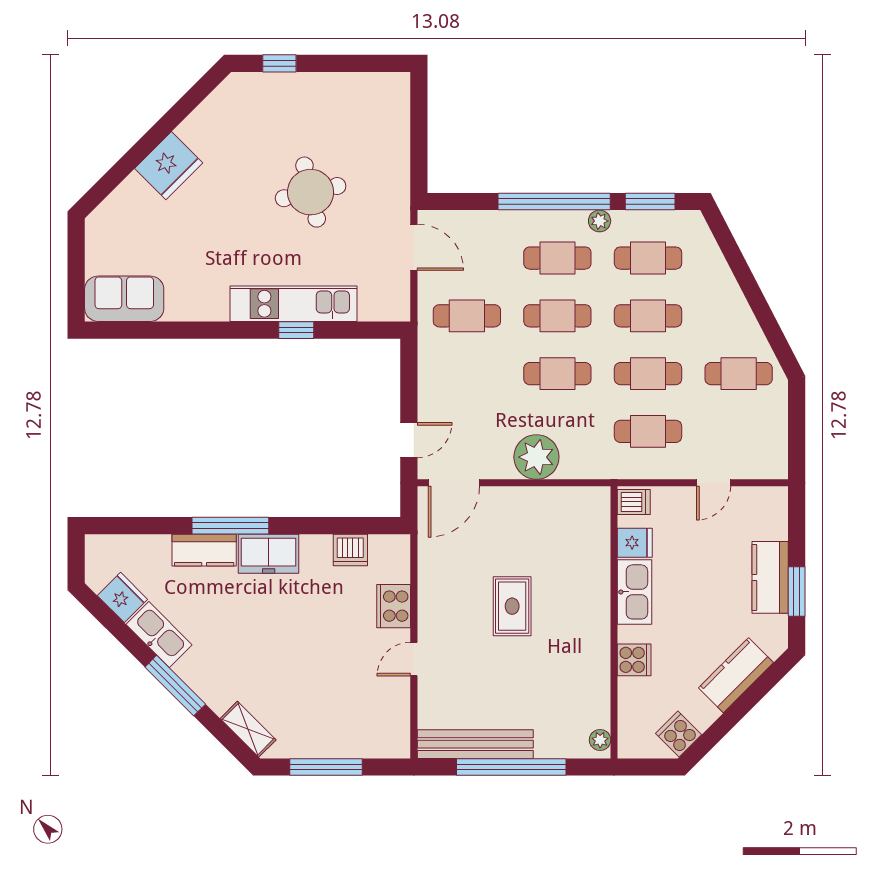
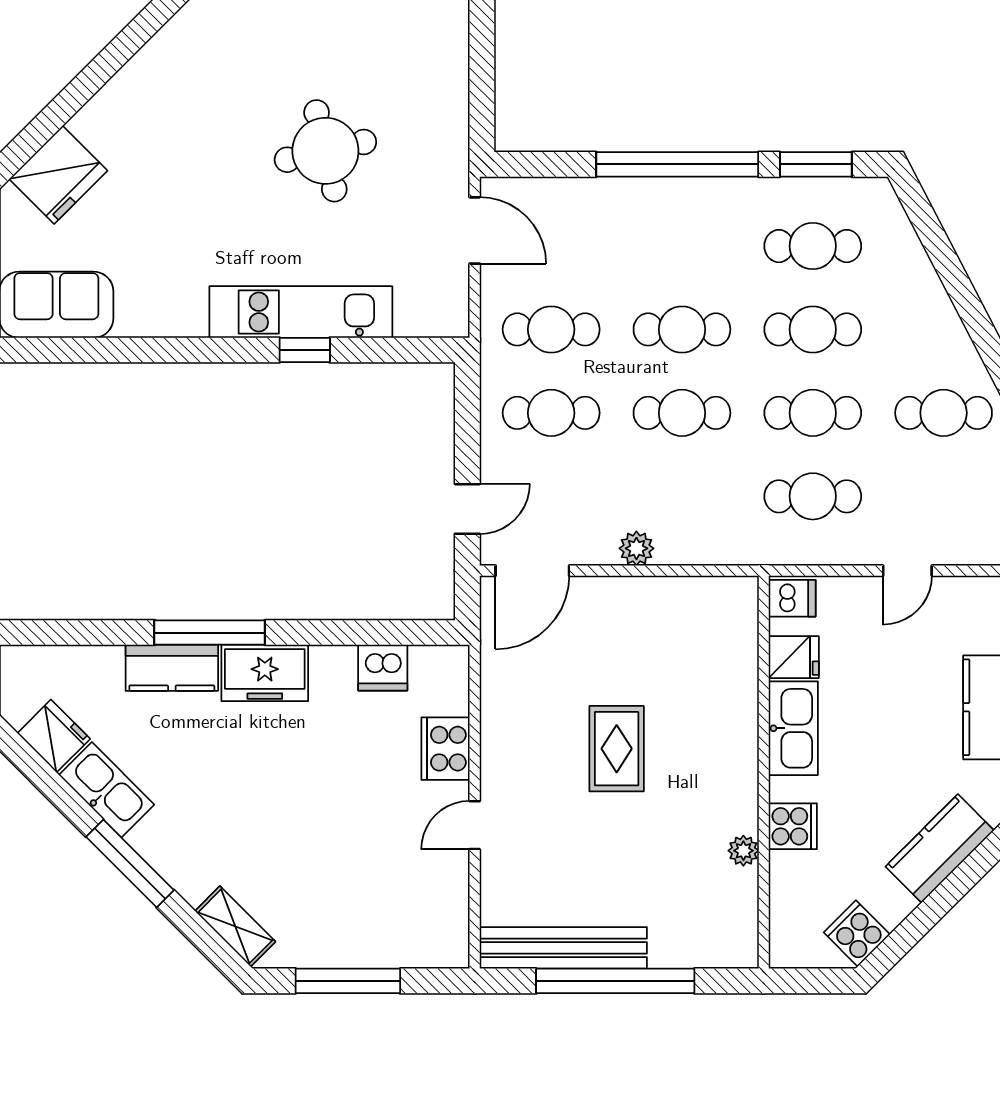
fridge: (169, 166) -> (58, 175), moved
plant: (600, 221) -> (743, 192), removed
cafe table: (557, 258) -> (551, 413), moved
plant: (536, 457) -> (636, 548), width x0.53, depth x0.53
plant: (600, 740) -> (743, 851), moved

